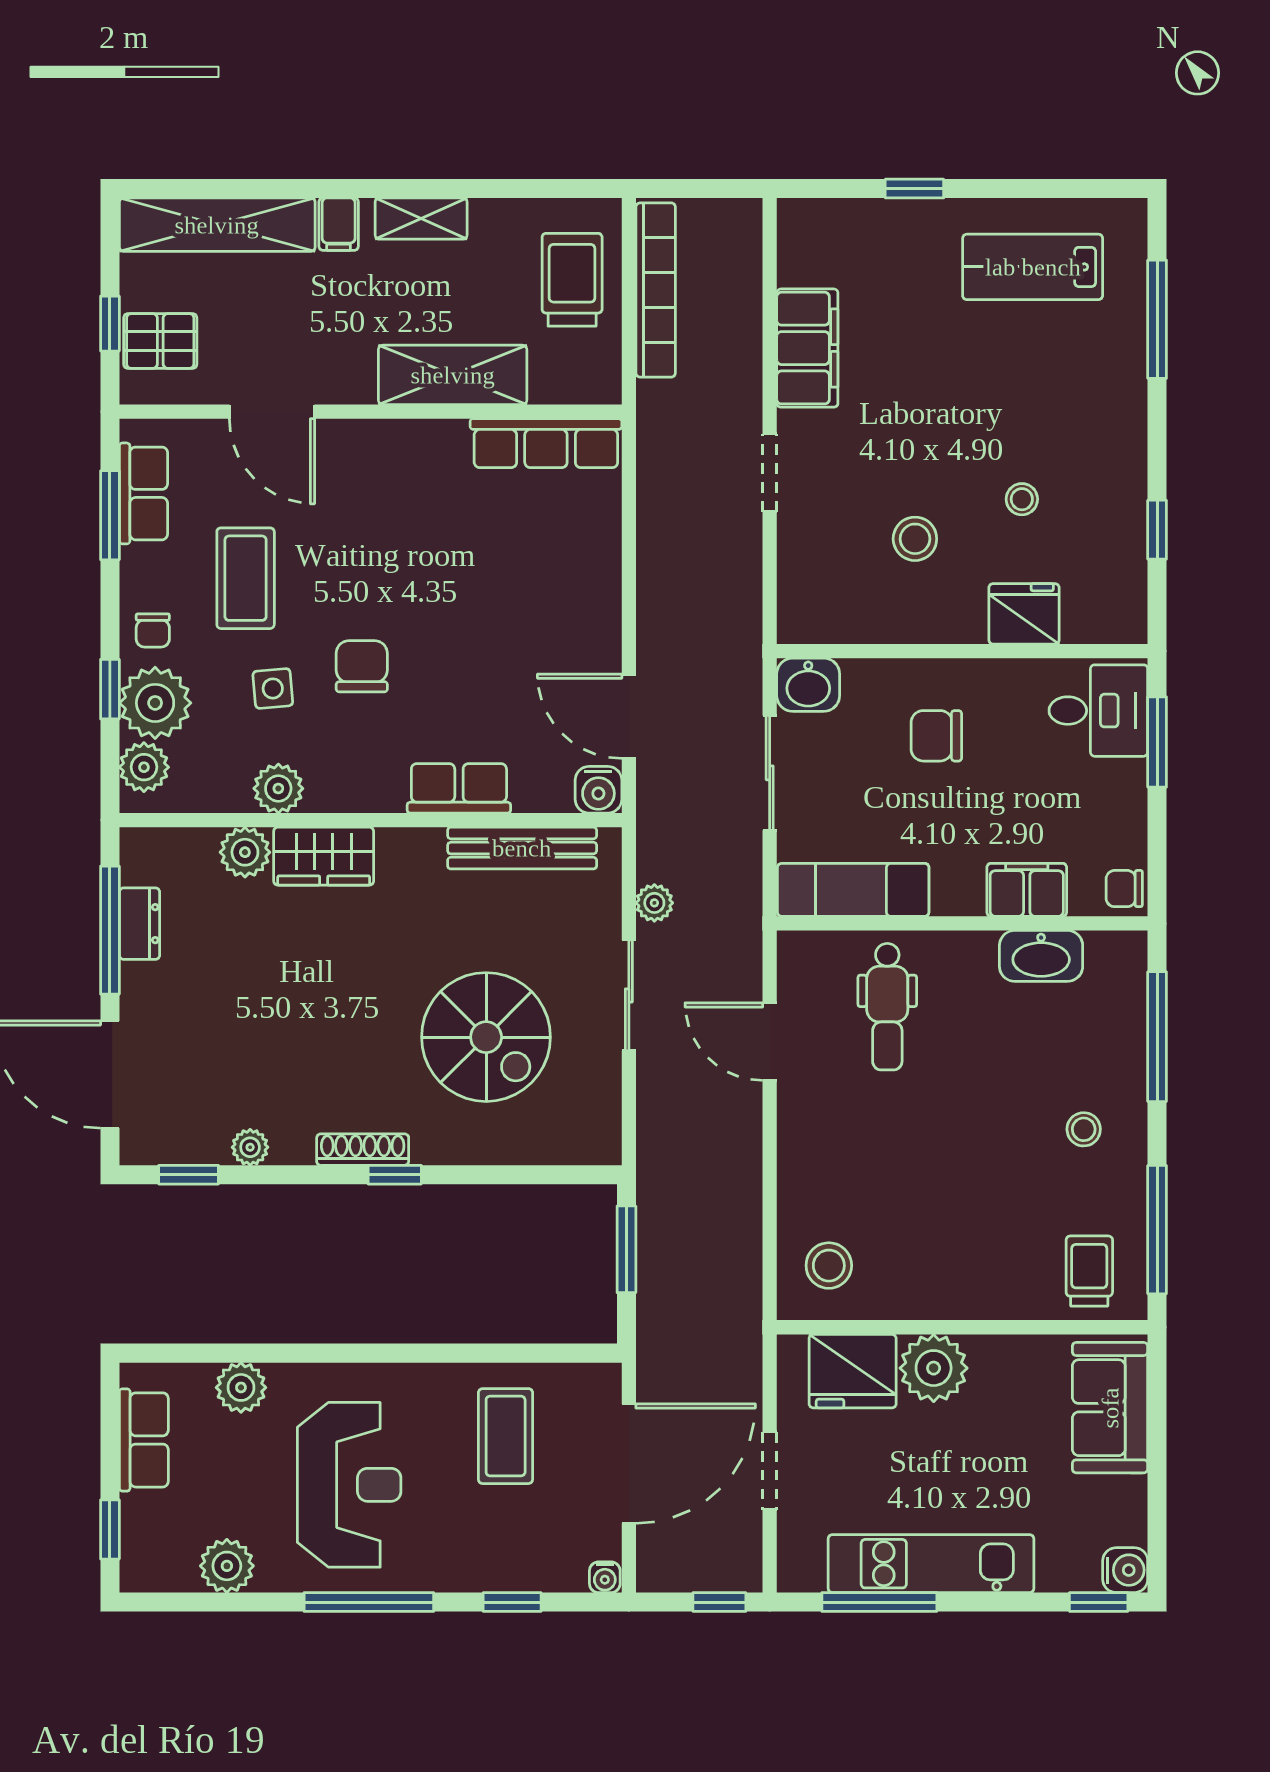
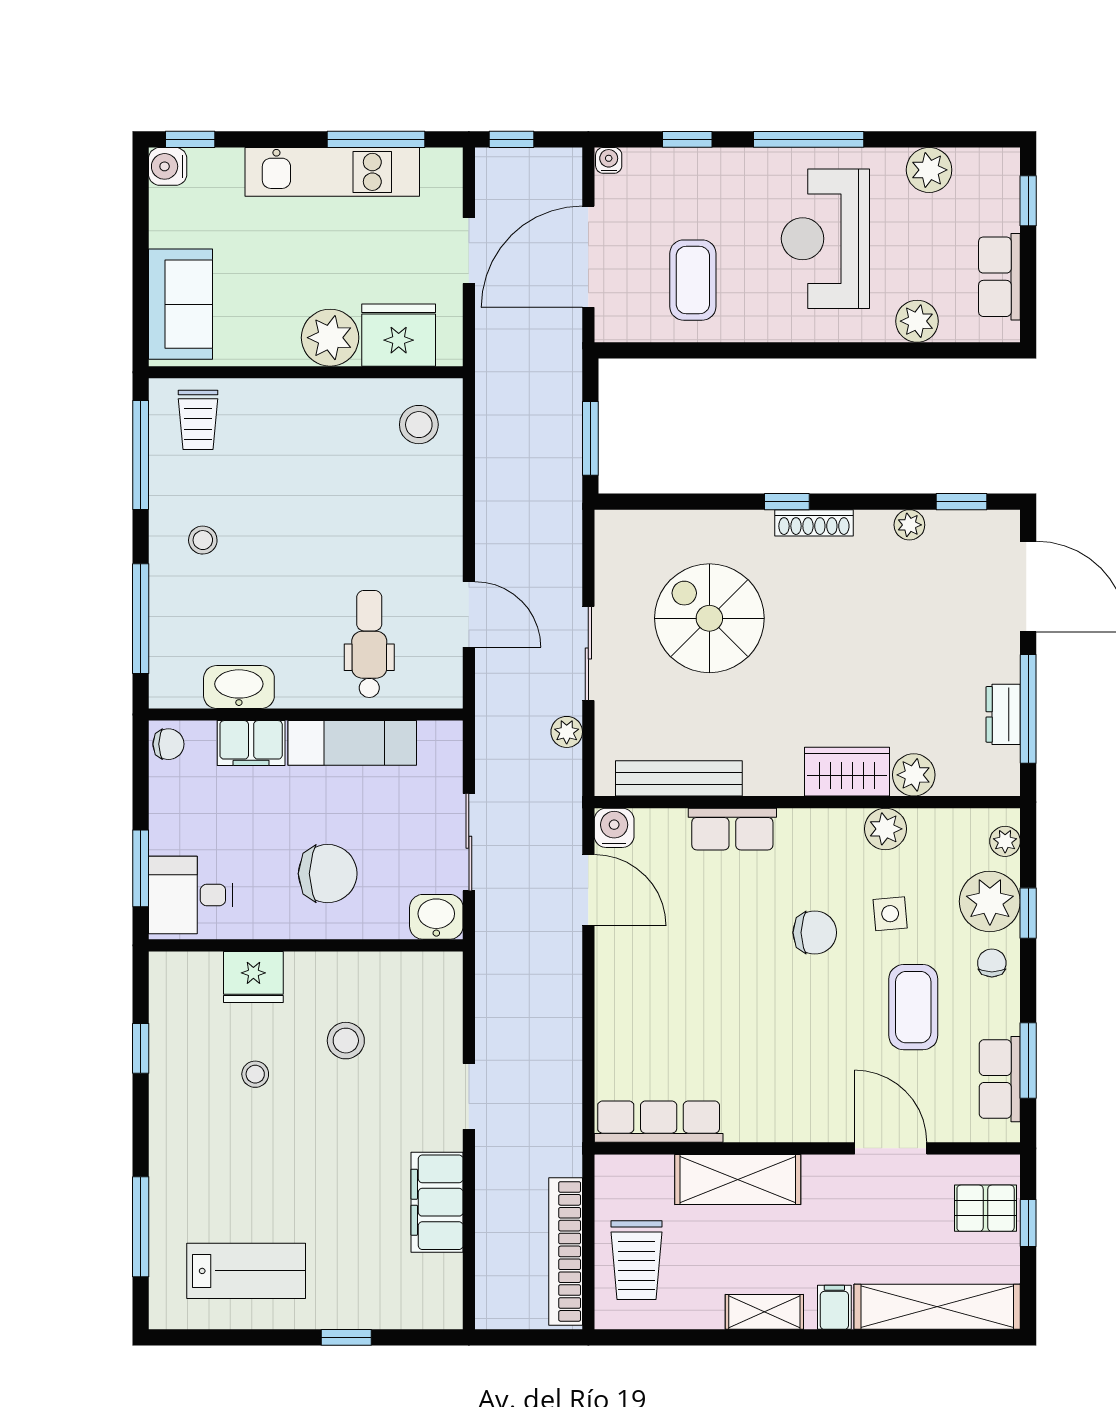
chair: (362, 666) -> (815, 933), turned -90
chair: (936, 736) -> (328, 874), width x1.37, depth x1.37
plant: (144, 767) -> (1005, 841), width x0.73, depth x0.73
exam couch: (853, 890) -> (352, 743), moved

